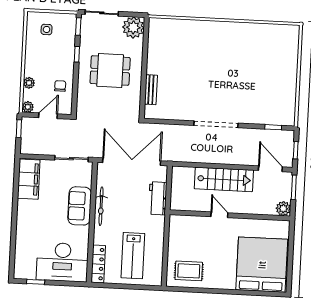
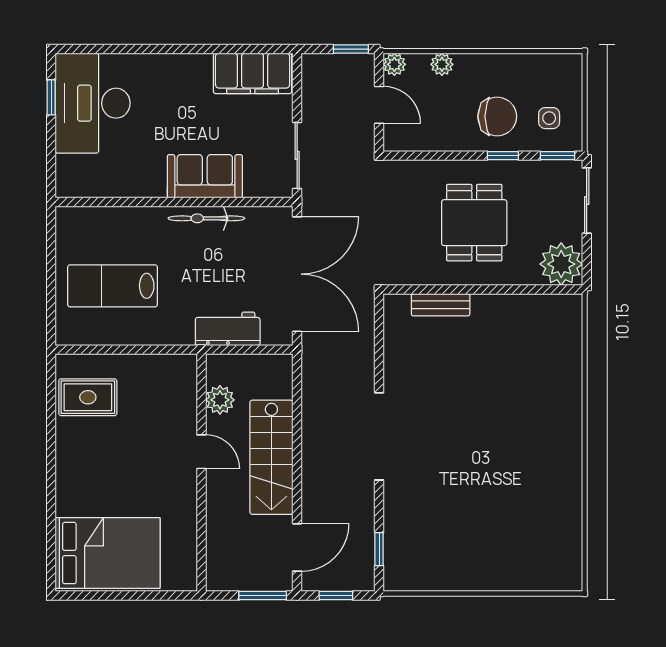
side table: (47, 29) -> (549, 118), moved
chair: (60, 86) -> (497, 116), moved, width x1.87, depth x1.87
plant: (283, 209) -> (220, 400), moved
door: (219, 215) -> (201, 452), hinge flipped
desk: (62, 262) -> (93, 103), moved
locker: (98, 264) -> (93, 219), removed
bed: (262, 265) -> (108, 553), width x0.73
rug: (189, 271) -> (88, 397), turned 90

